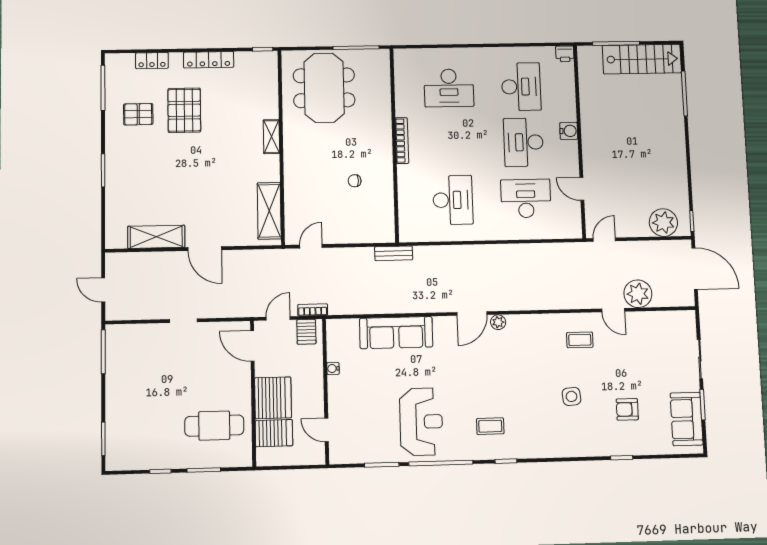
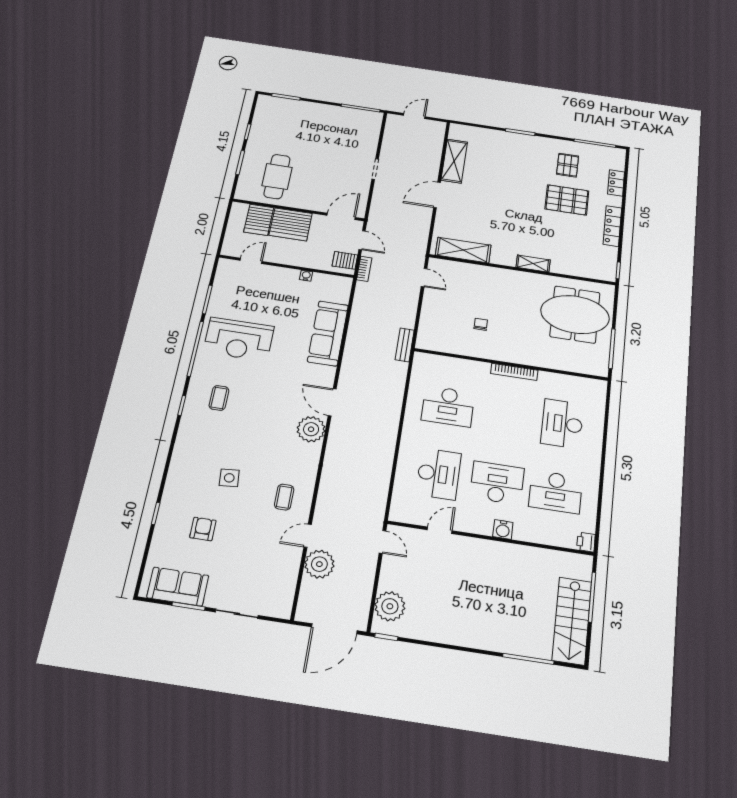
plant: (498, 322) -> (311, 429), width x1.88, depth x1.88

